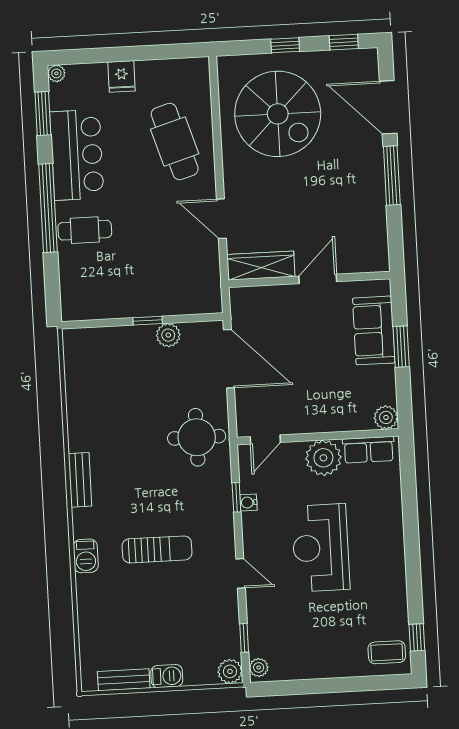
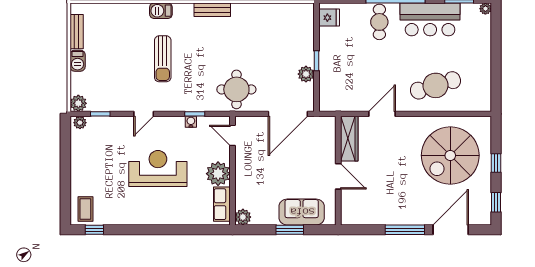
fridge: (121, 76) -> (329, 18), moved, turned 180

